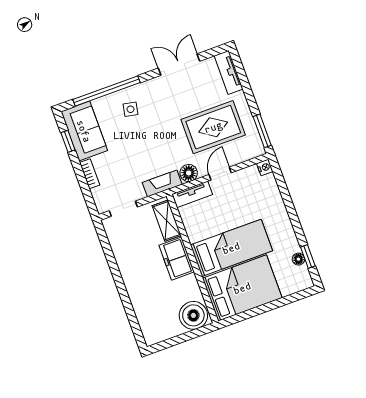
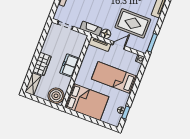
shelving: (167, 221) -> (33, 84), moved
bed: (231, 248) -> (114, 78), moved, turned 180
wardrobe: (137, 289) -> (42, 64), added

